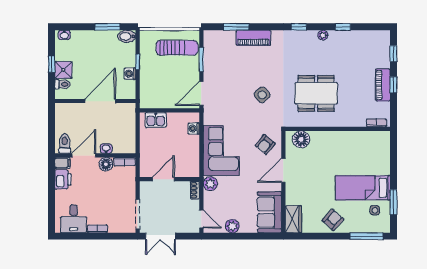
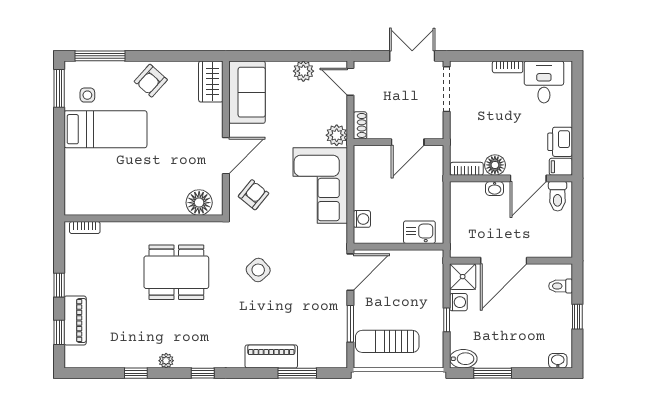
shower: (63, 70) -> (463, 277), moved
piano: (383, 85) -> (75, 321), moved
window: (393, 202) -> (59, 88), moved

